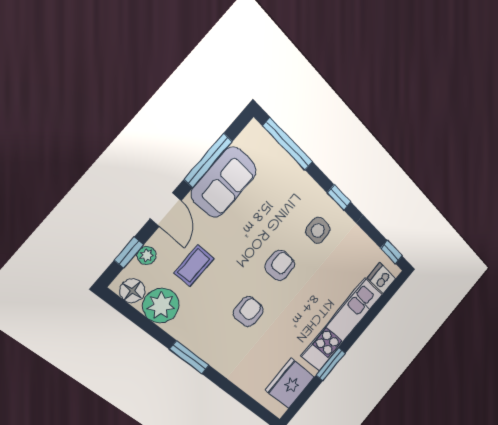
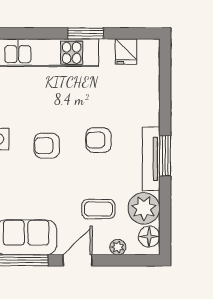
window: (129, 252) -> (125, 260), removed
tv unit: (197, 344) -> (151, 159), added
fridge: (290, 383) -> (126, 52), width x0.53, depth x0.75

